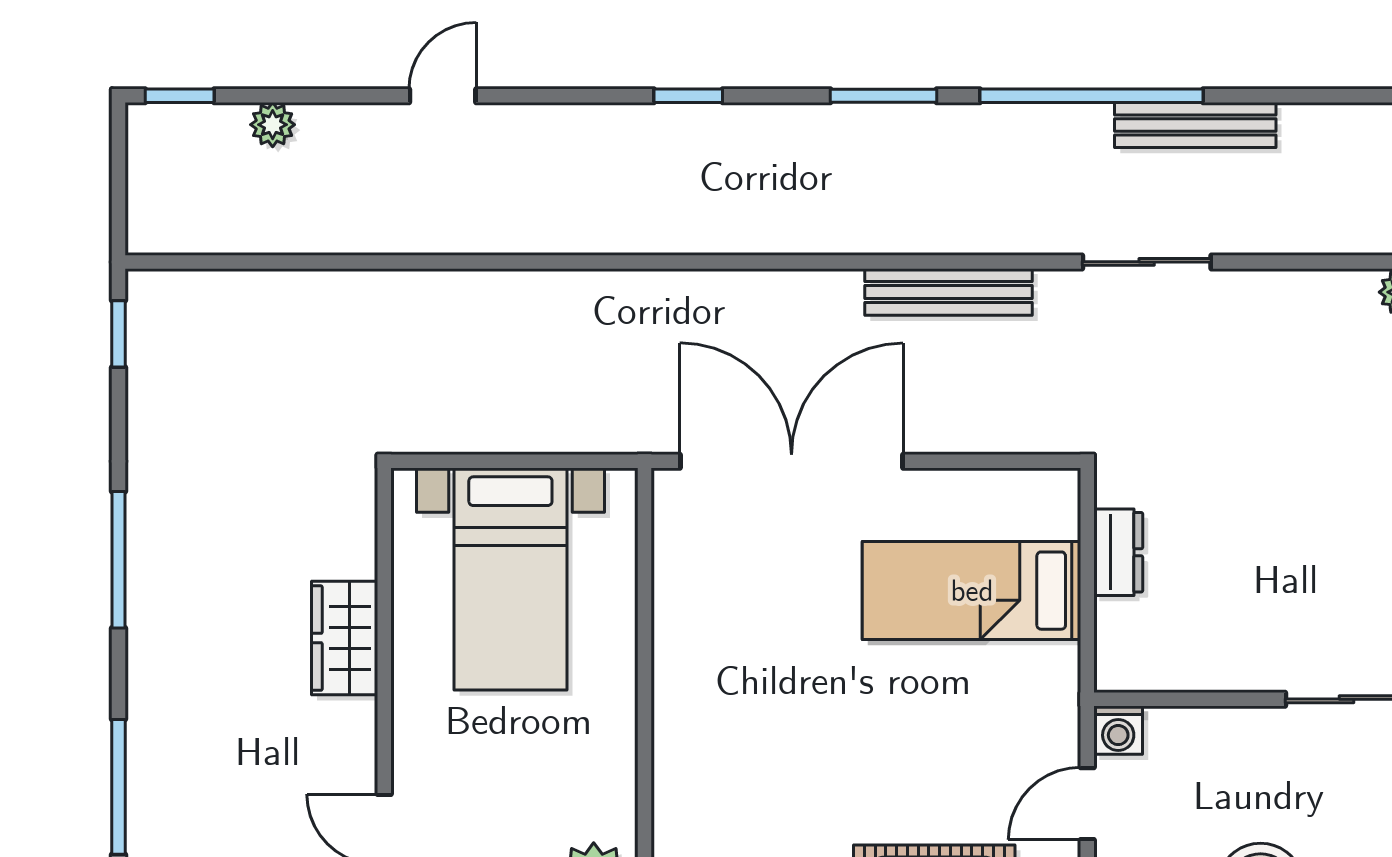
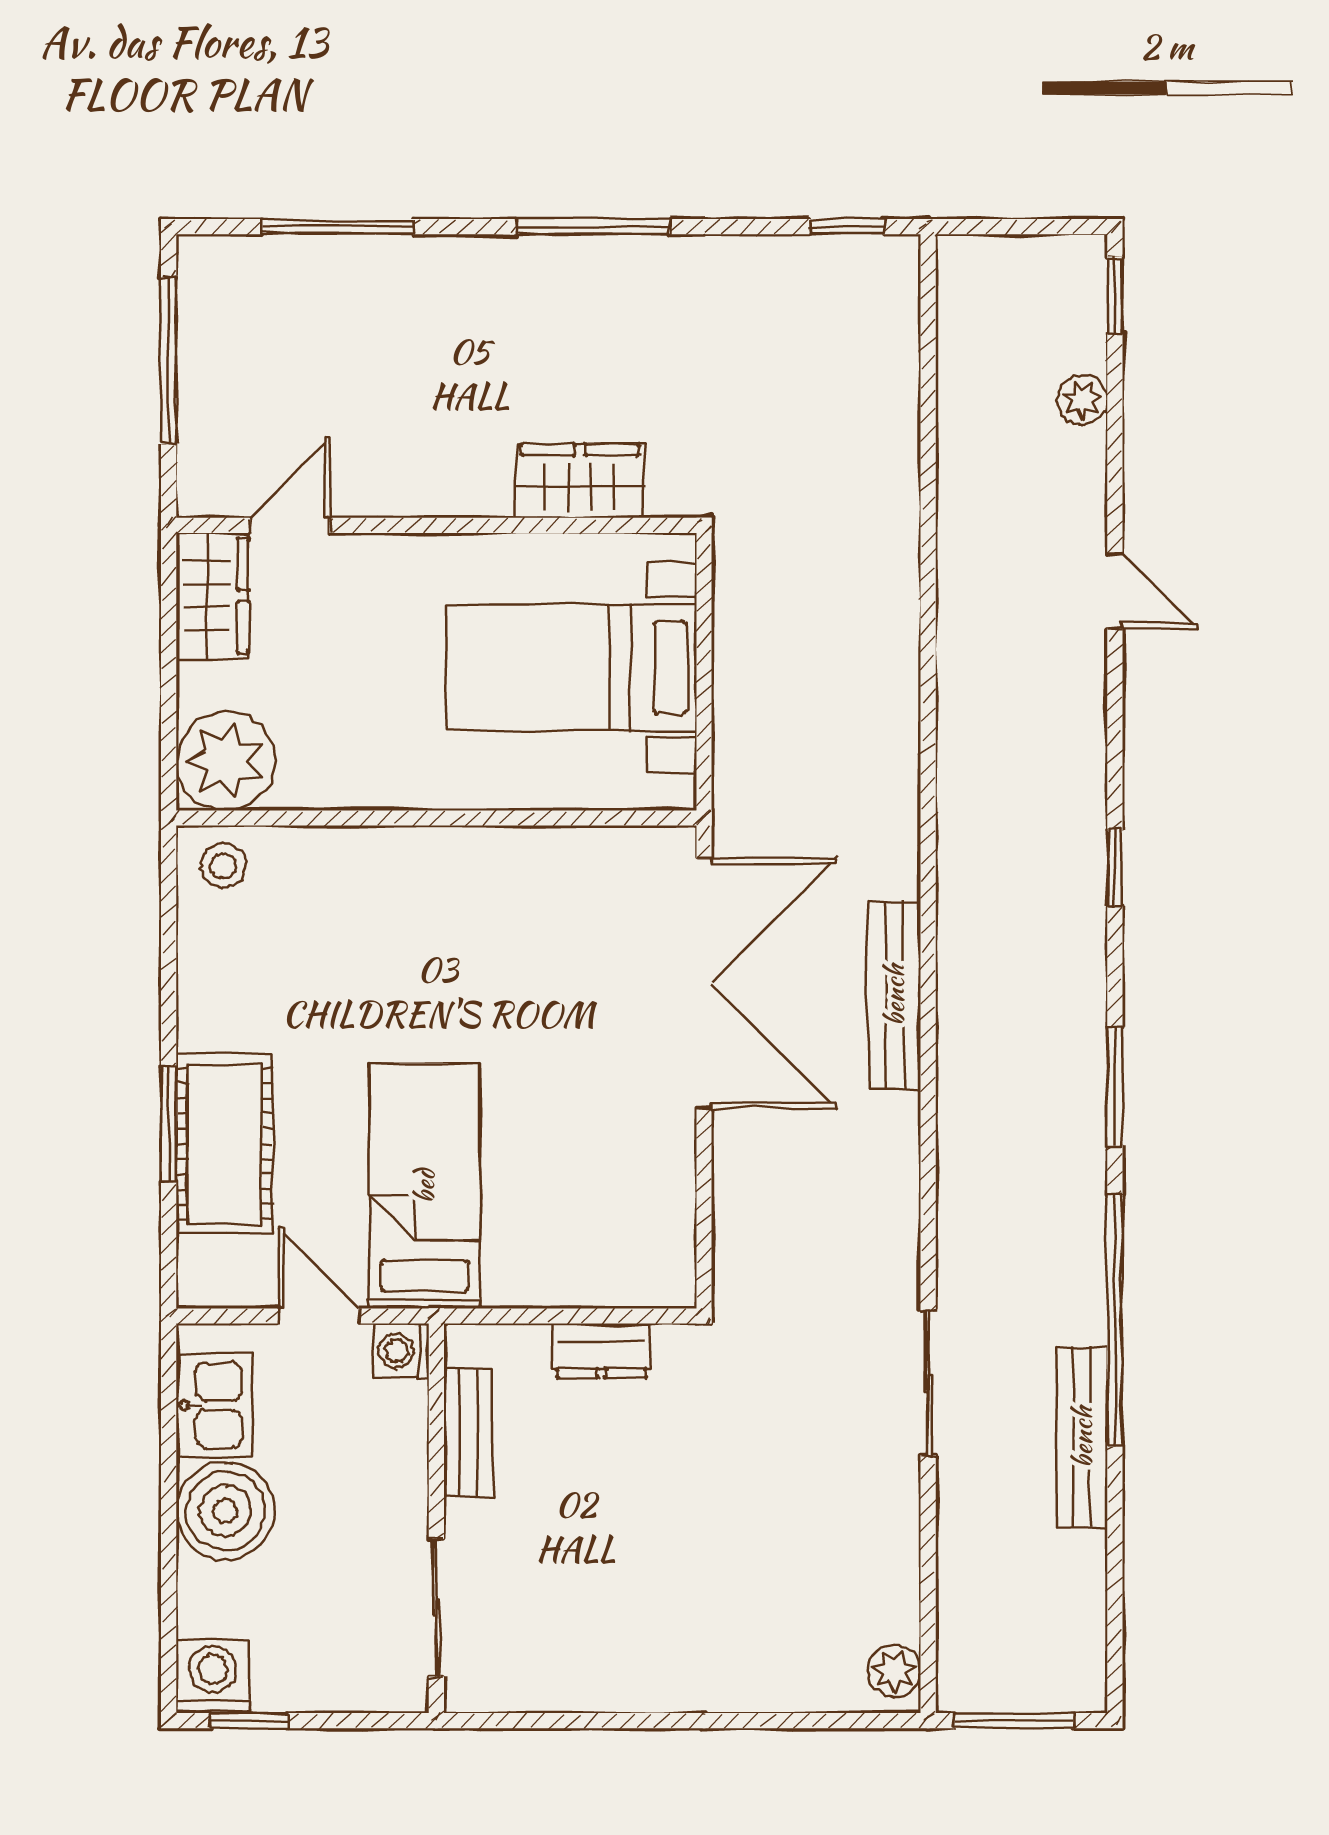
bench: (949, 292) -> (894, 995), moved
bed: (972, 591) -> (424, 1186), moved
wardrobe: (345, 638) -> (580, 481), moved
bench: (1191, 671) -> (468, 1433), added

